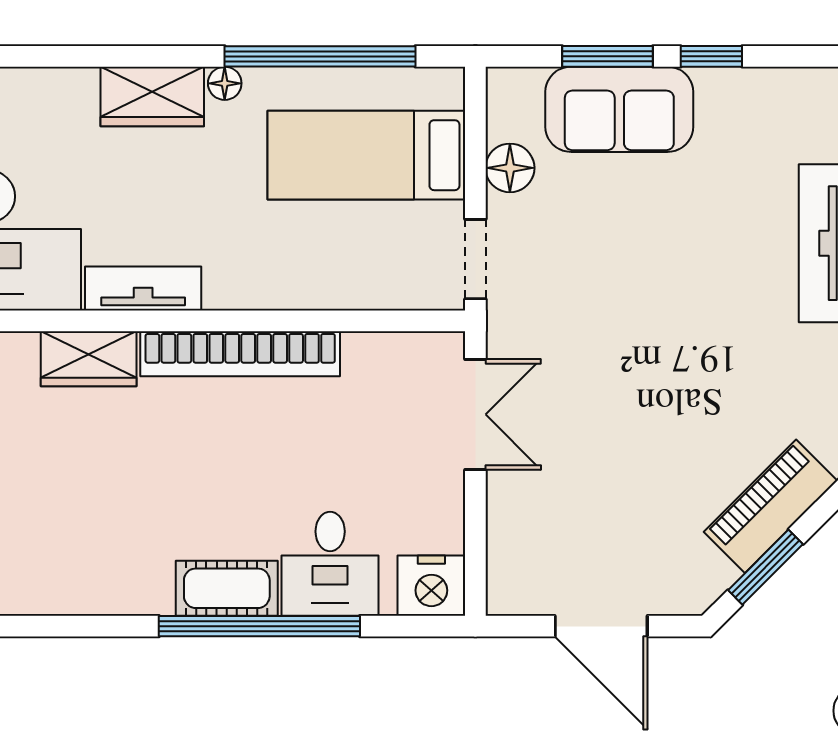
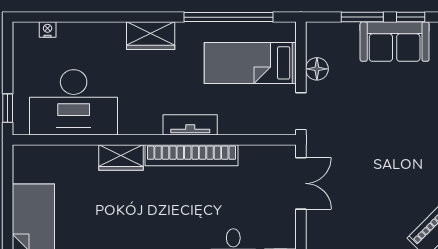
floor lamp: (225, 83) -> (184, 30), removed
sofa: (619, 109) -> (395, 42), moved
tv unit: (143, 289) -> (190, 125), moved

